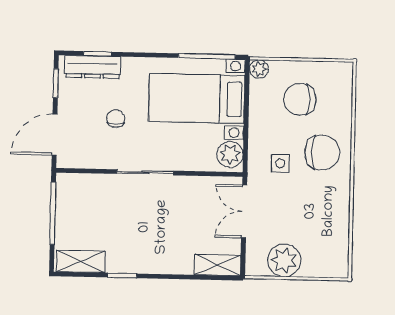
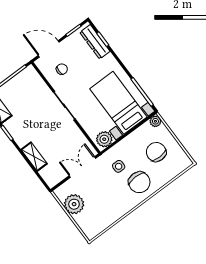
chair: (116, 119) -> (62, 69), moved
shelving: (218, 265) -> (34, 157), moved

